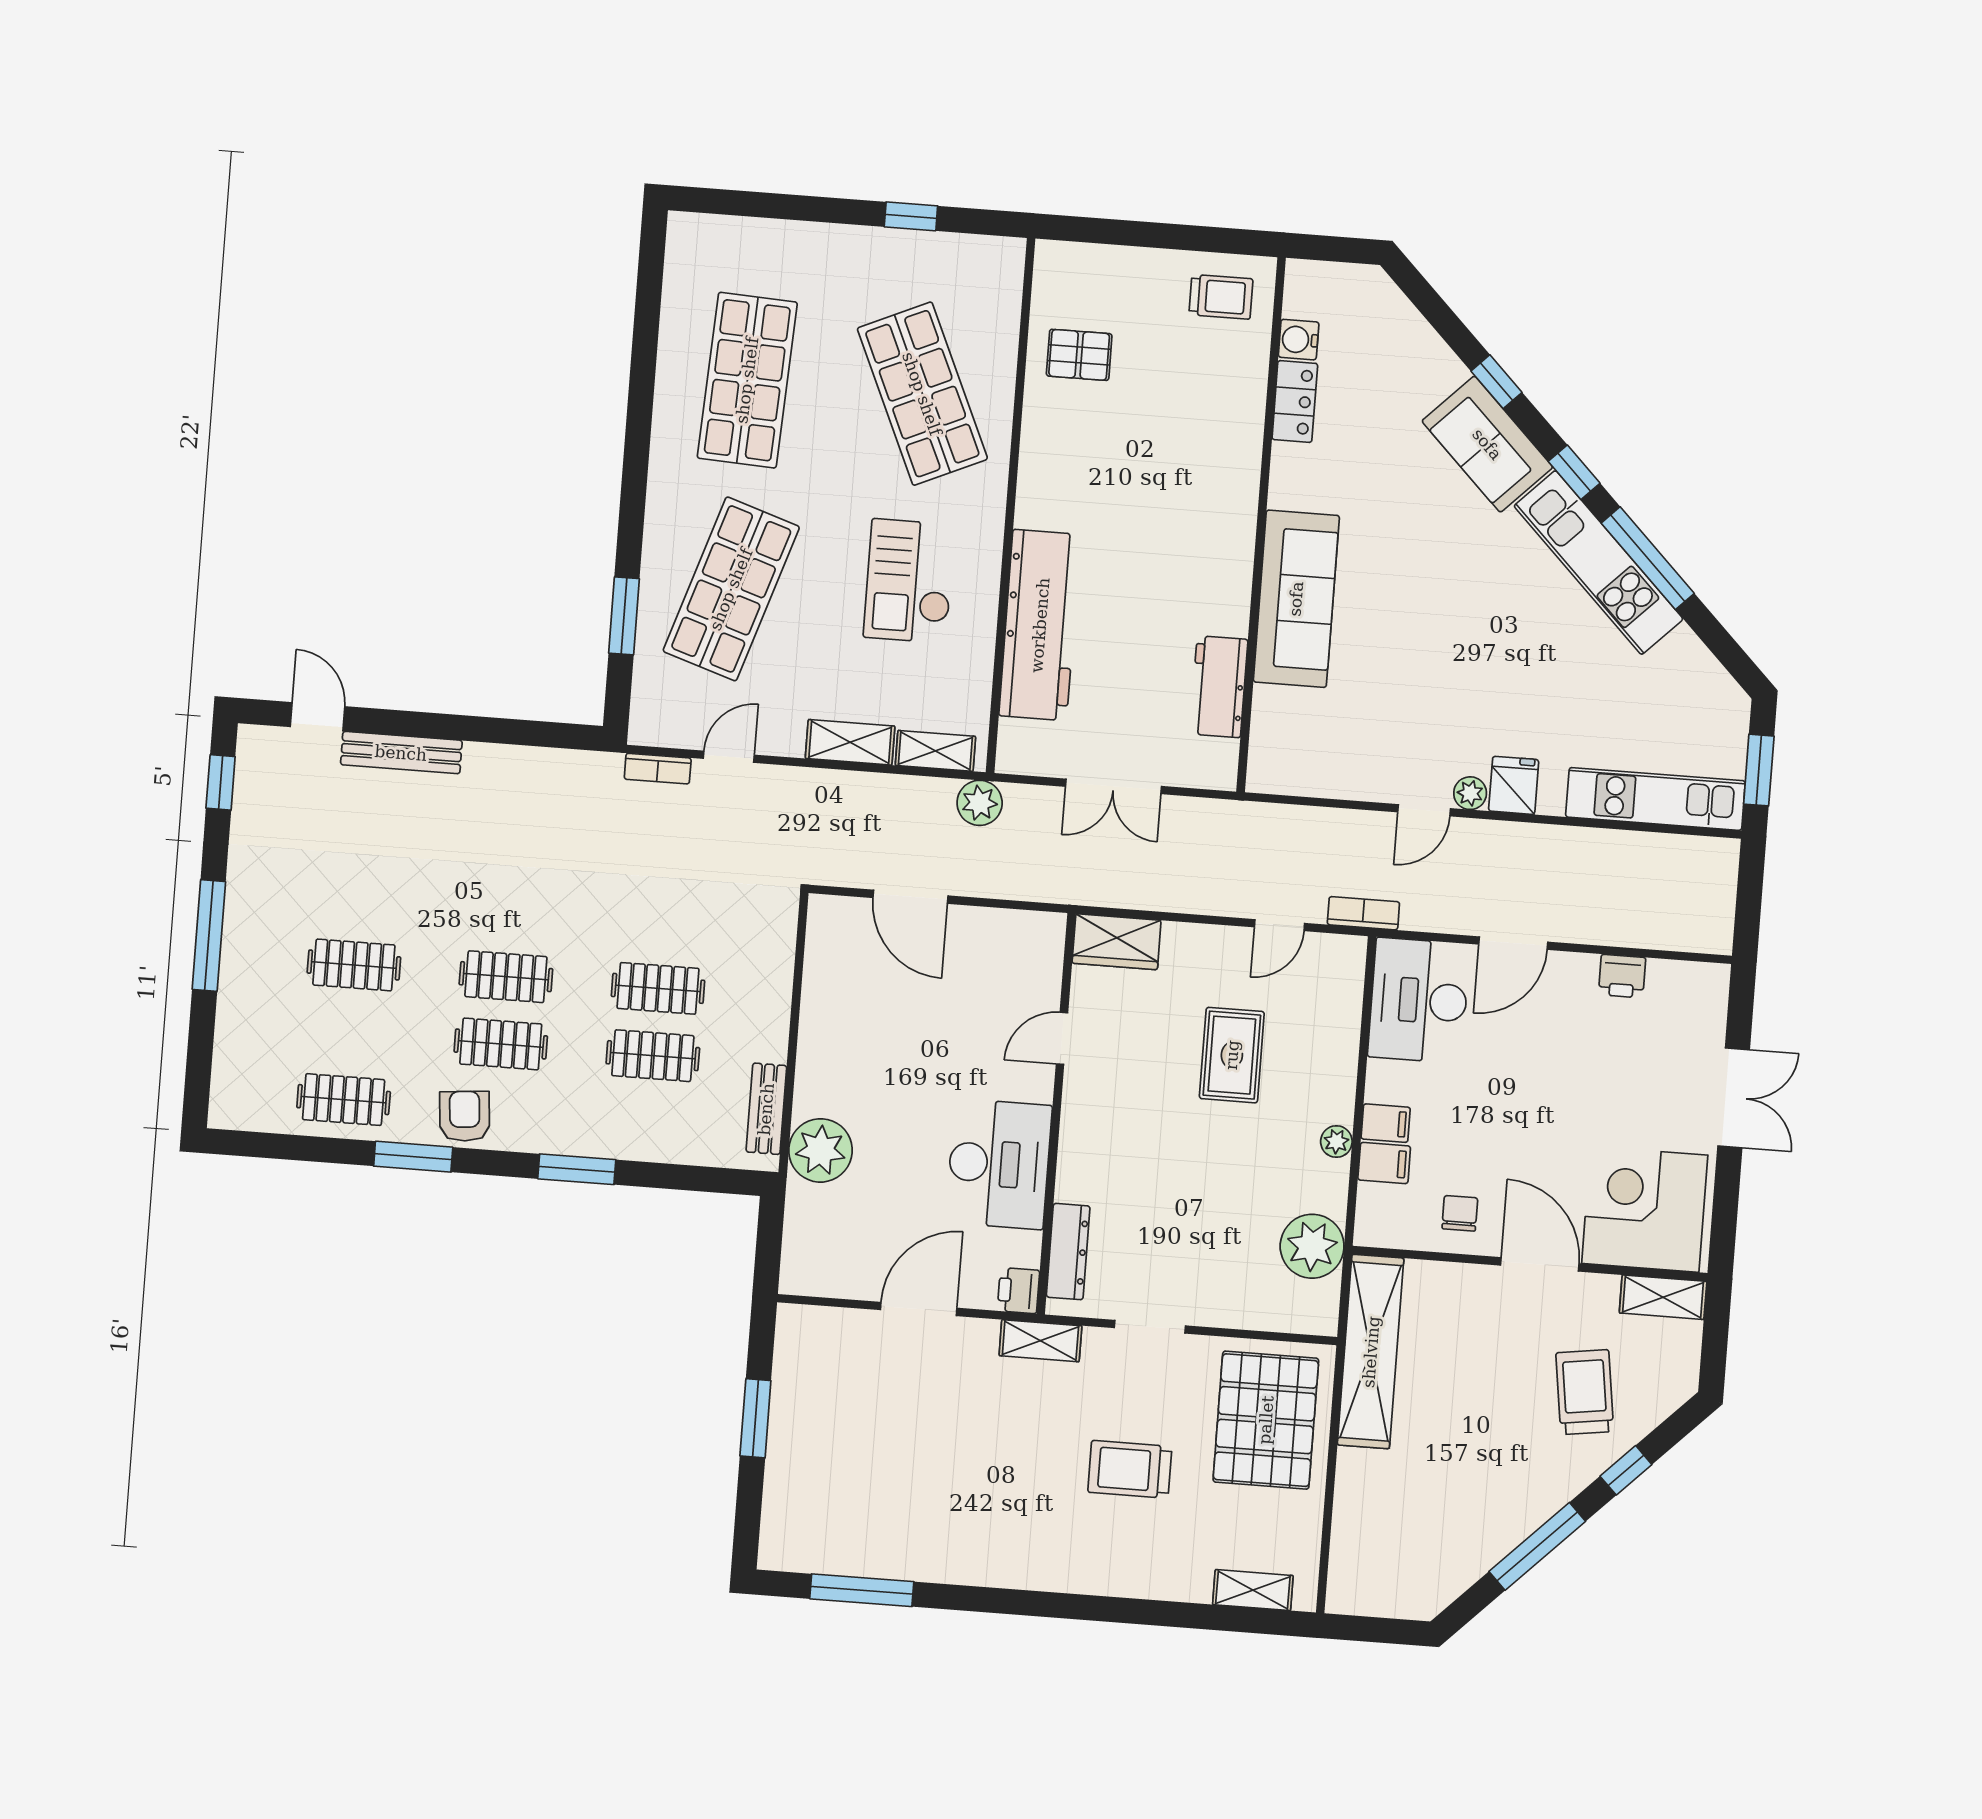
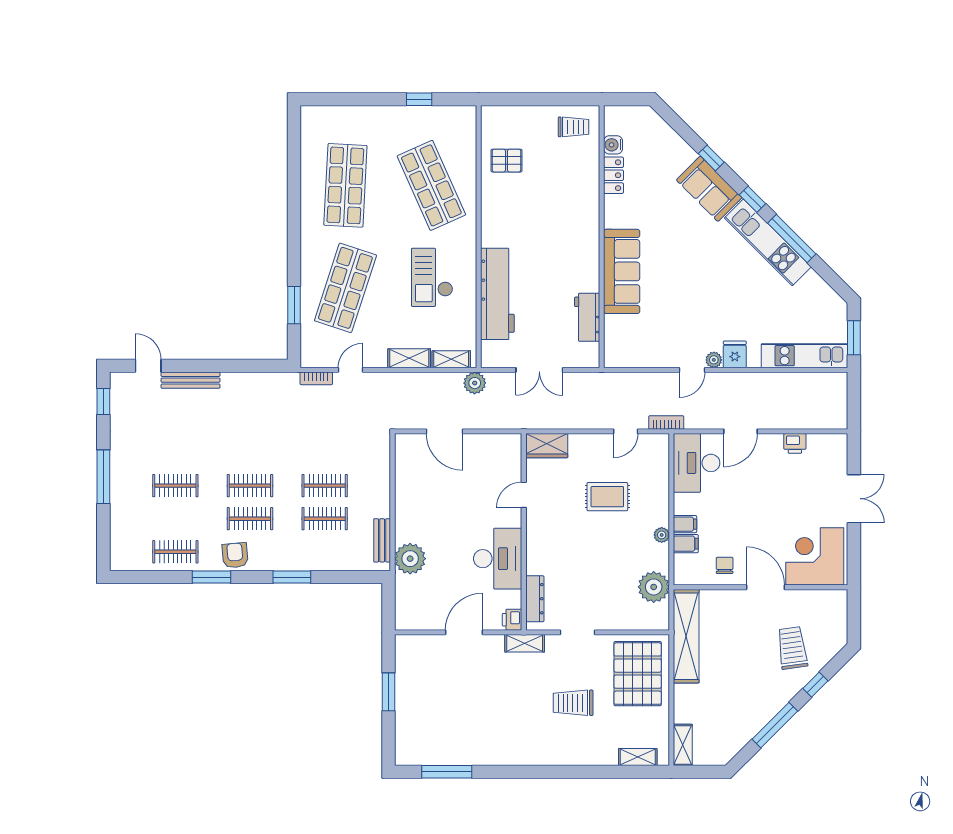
rug: (1232, 1055) -> (607, 497), turned 90
shelving: (1663, 1297) -> (683, 745), moved, turned 90

